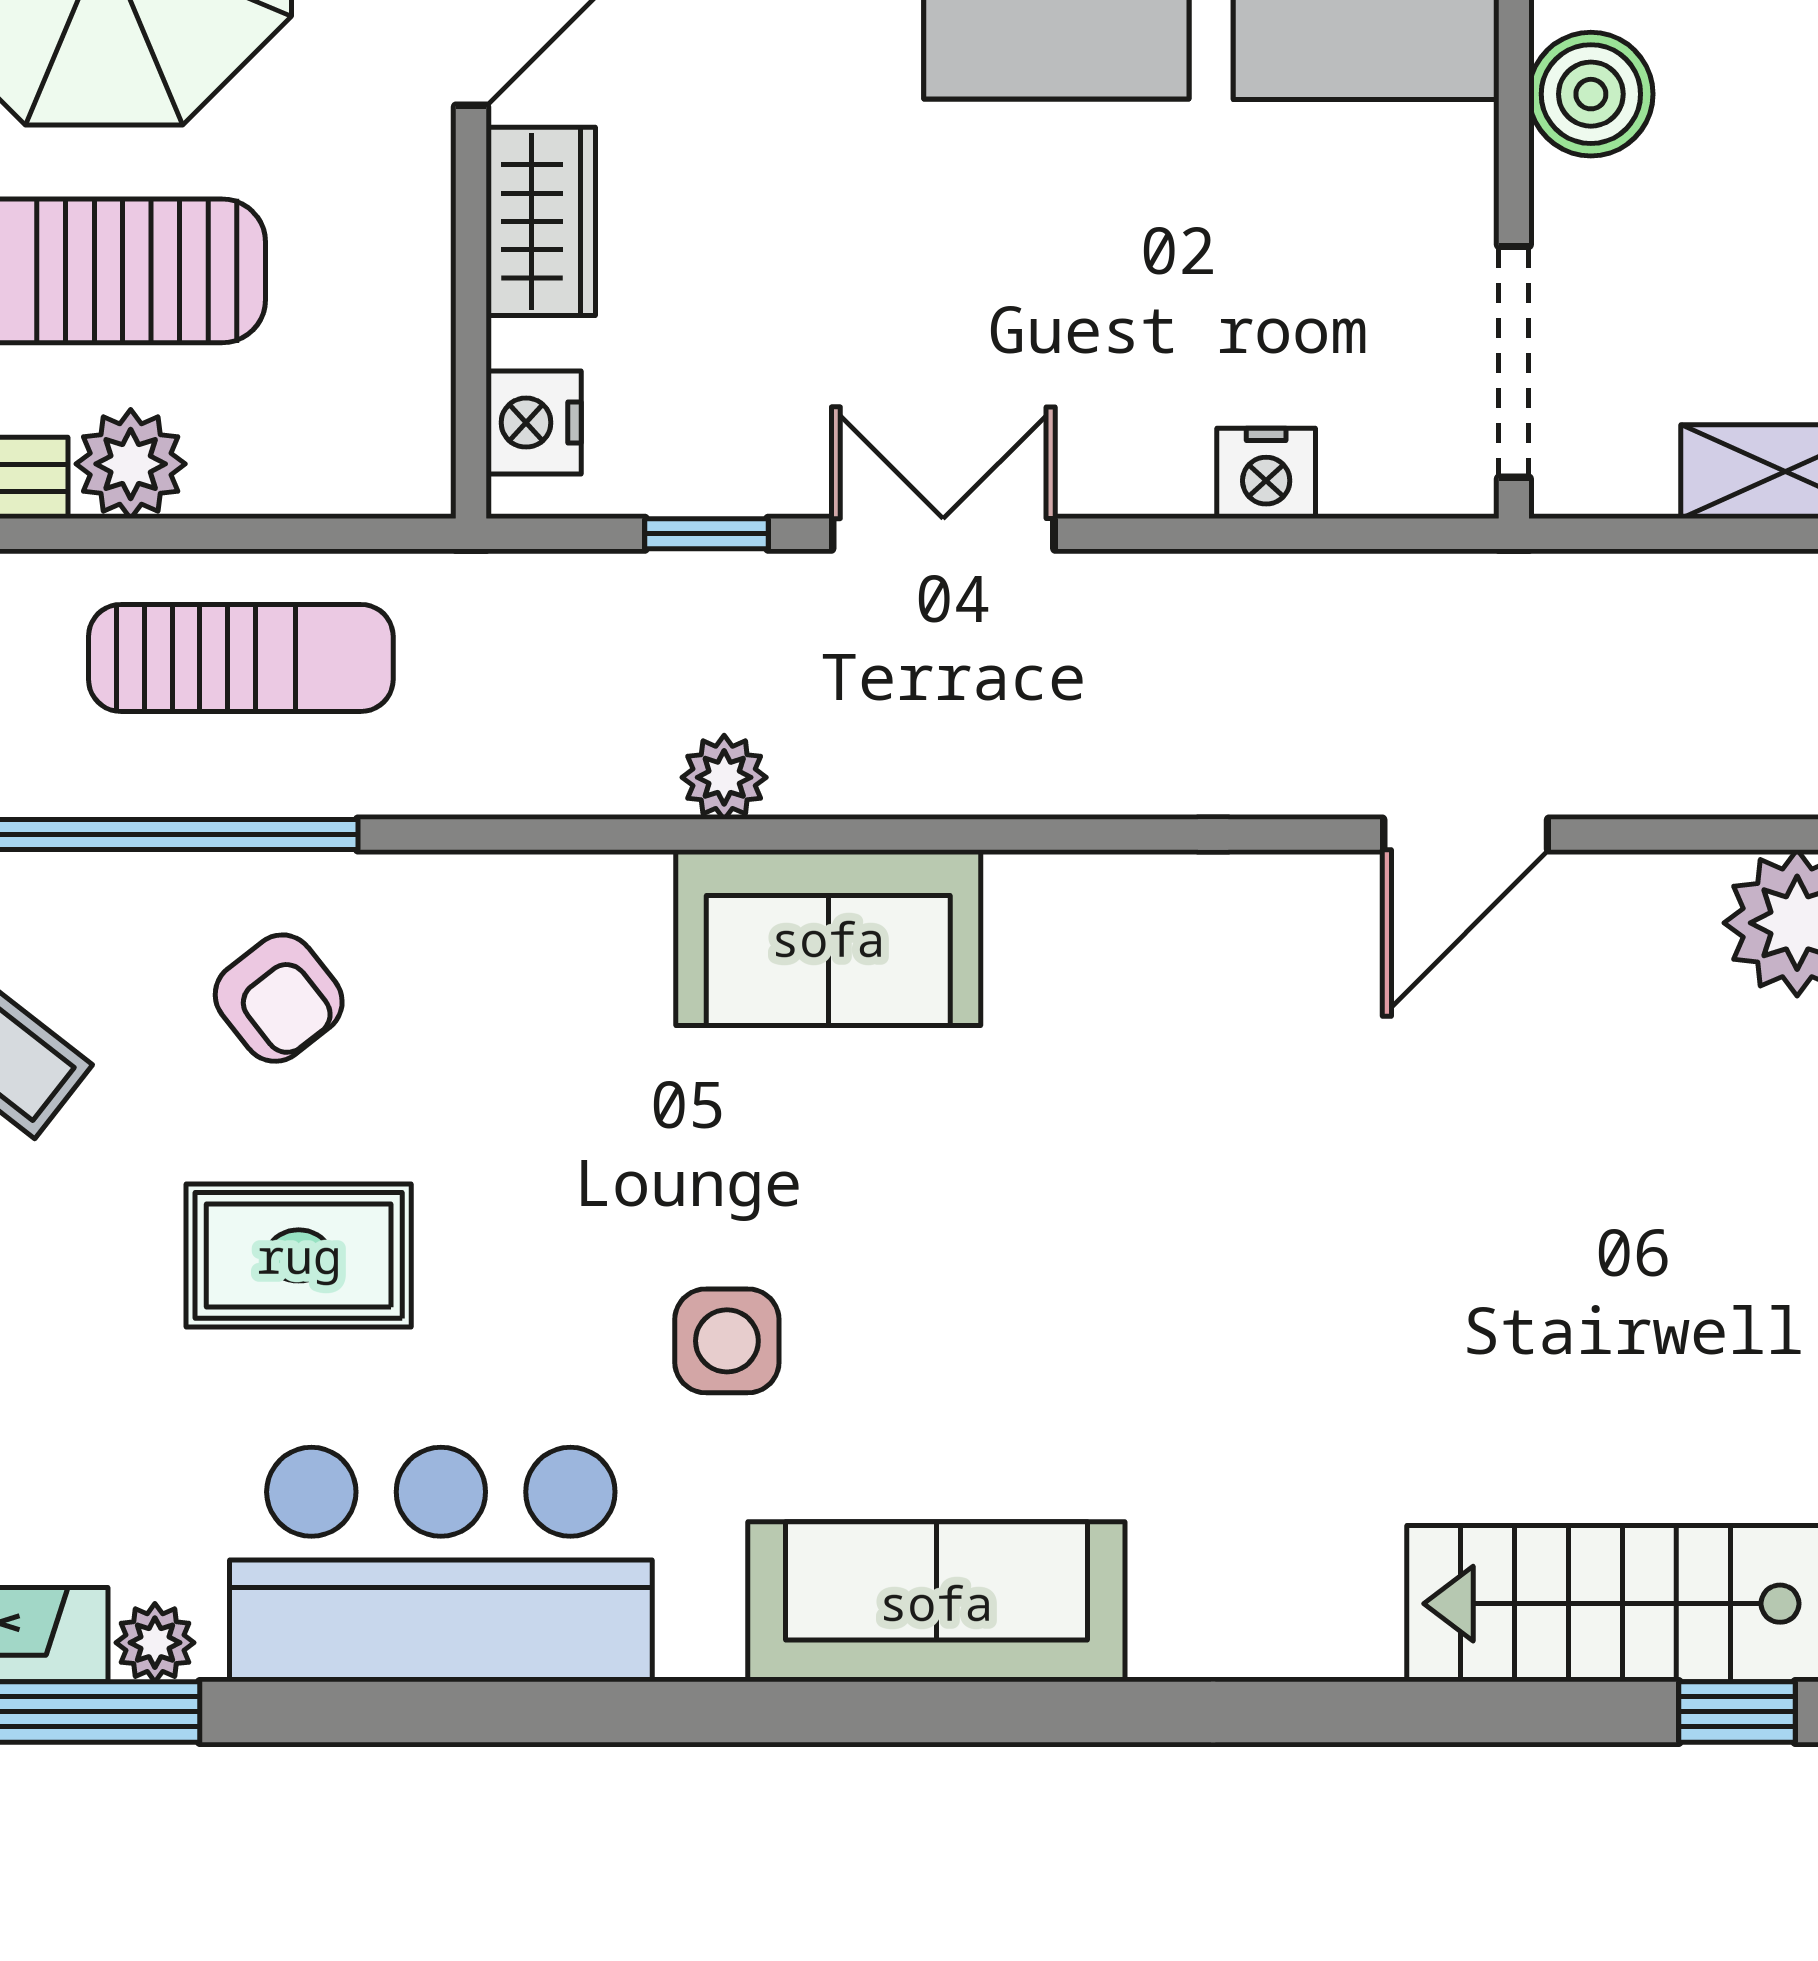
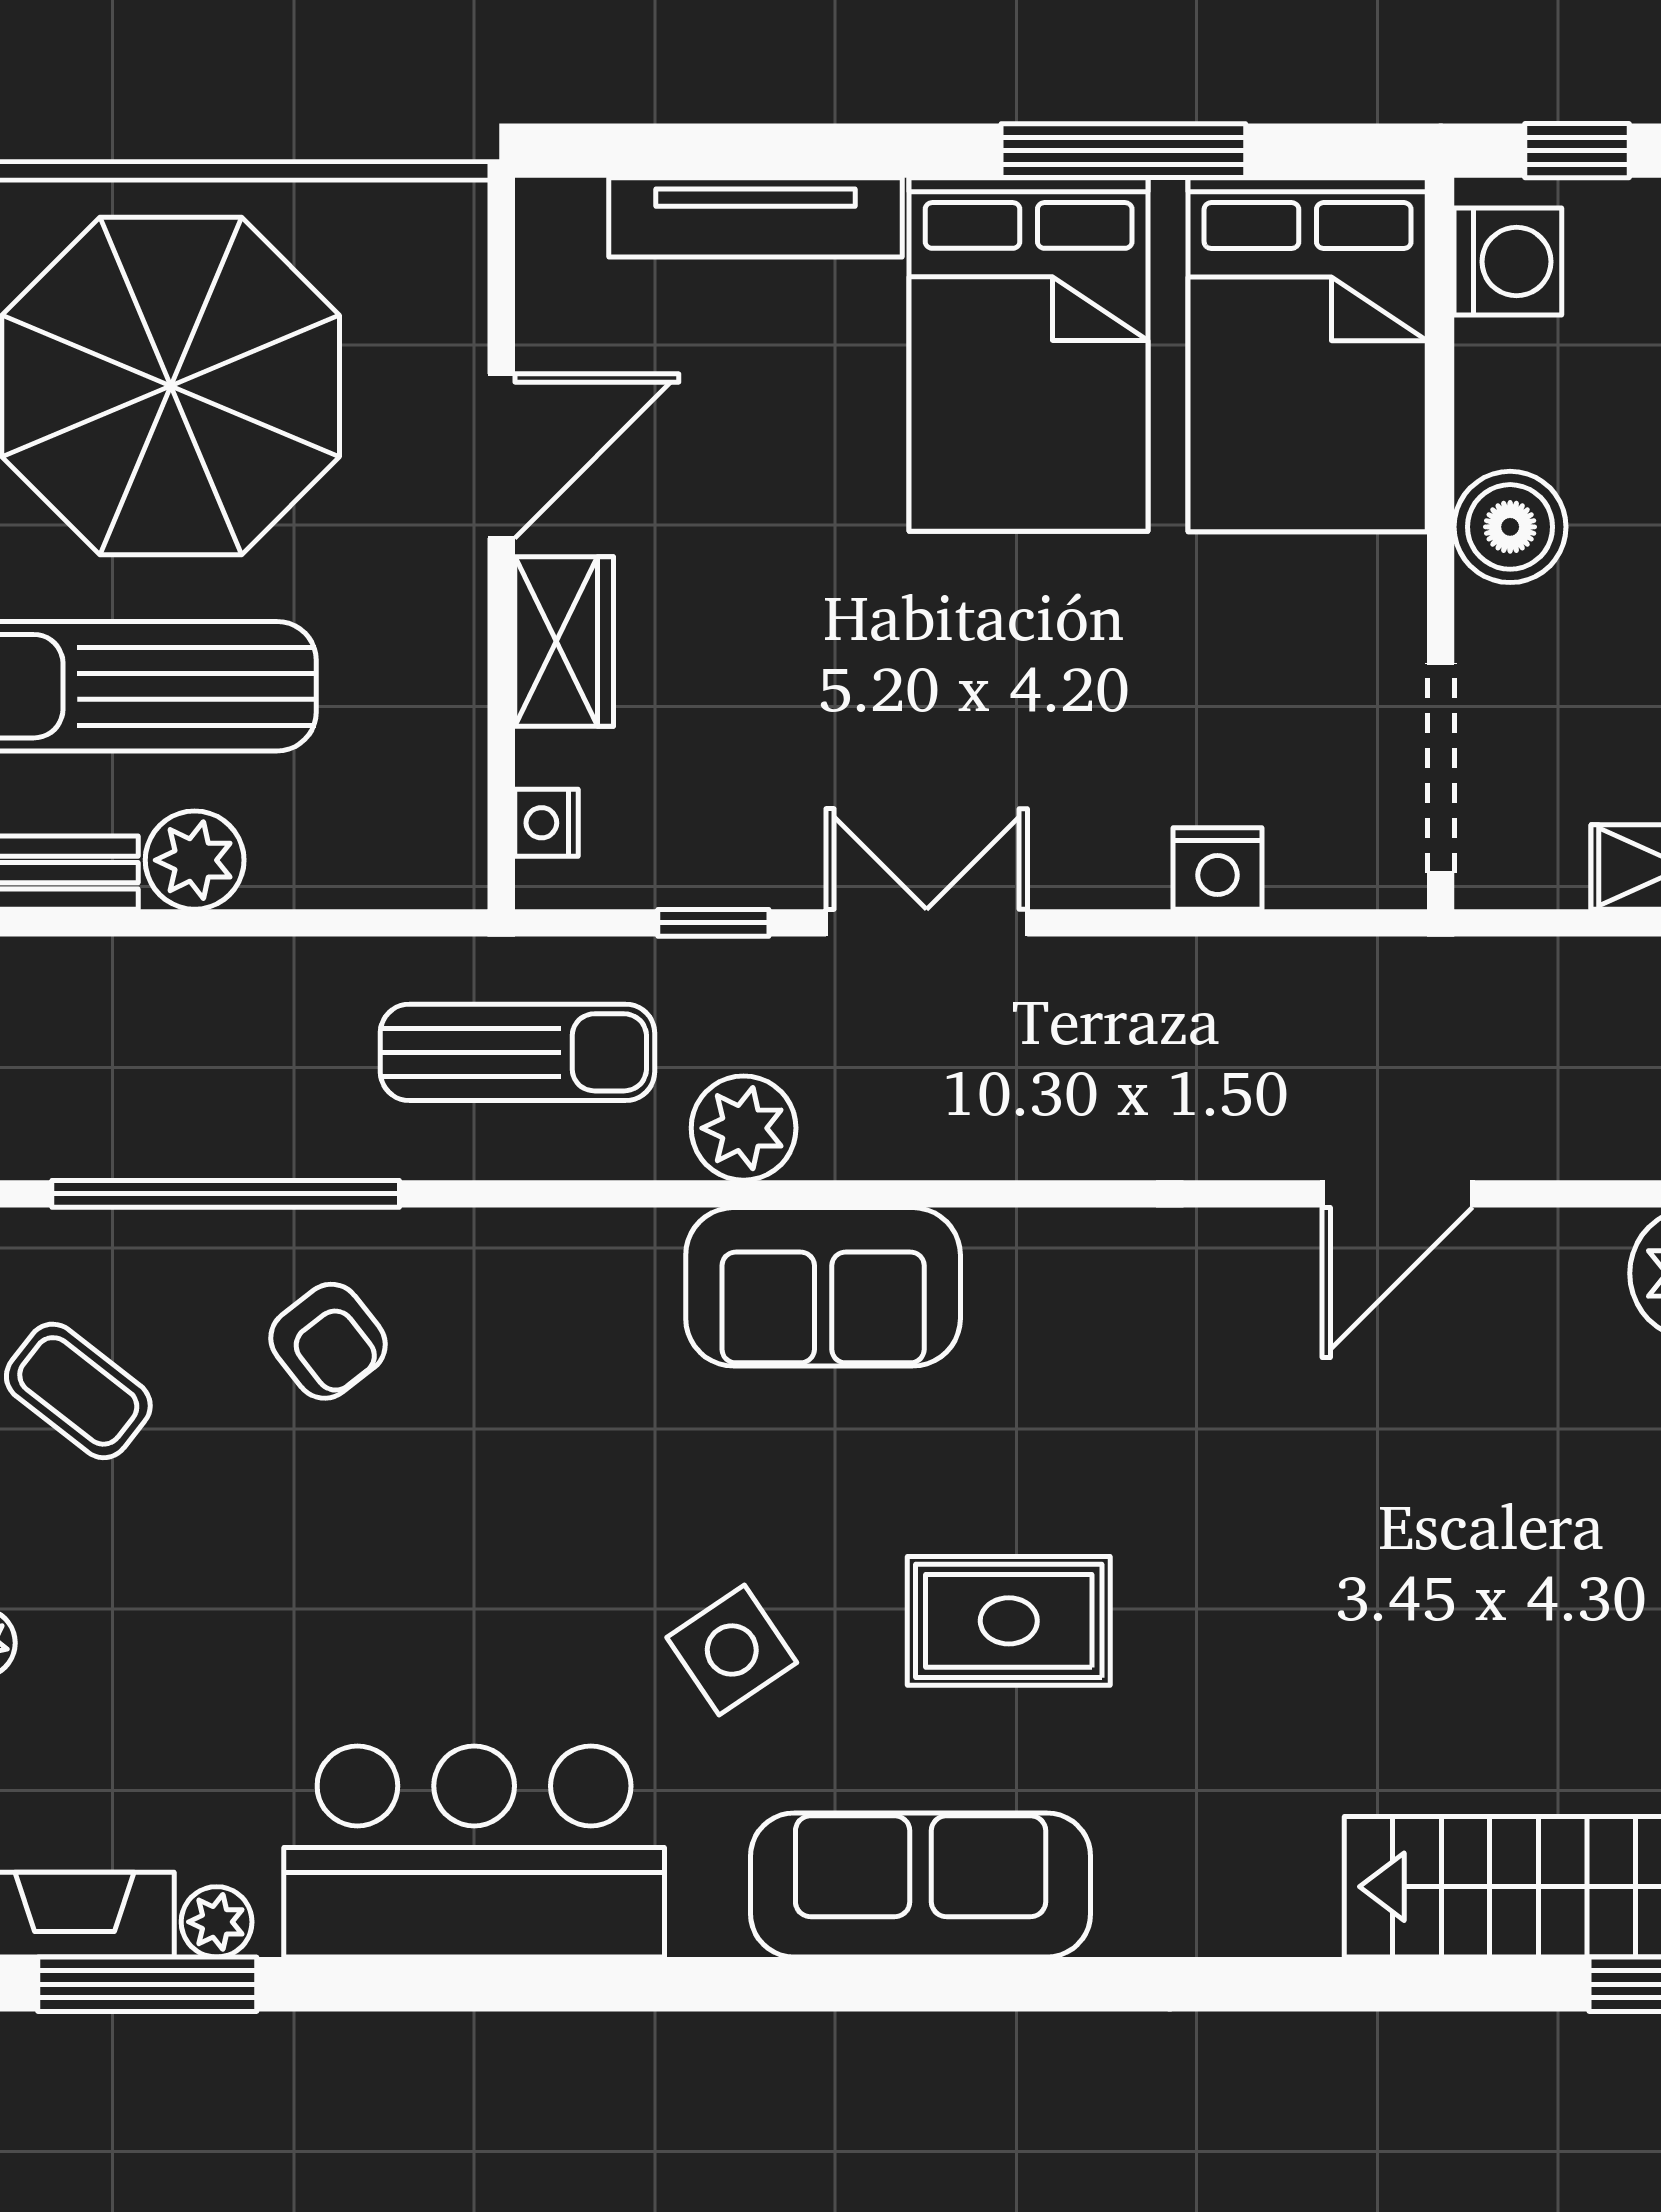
nightstand: (534, 423) -> (546, 823), width x0.72, depth x0.74
sun lounger: (241, 658) -> (517, 1052), moved
plant: (724, 777) -> (744, 1128), width x1.38, depth x1.38
rug: (299, 1255) -> (1009, 1621), moved
side table: (727, 1341) -> (732, 1650), turned -34

